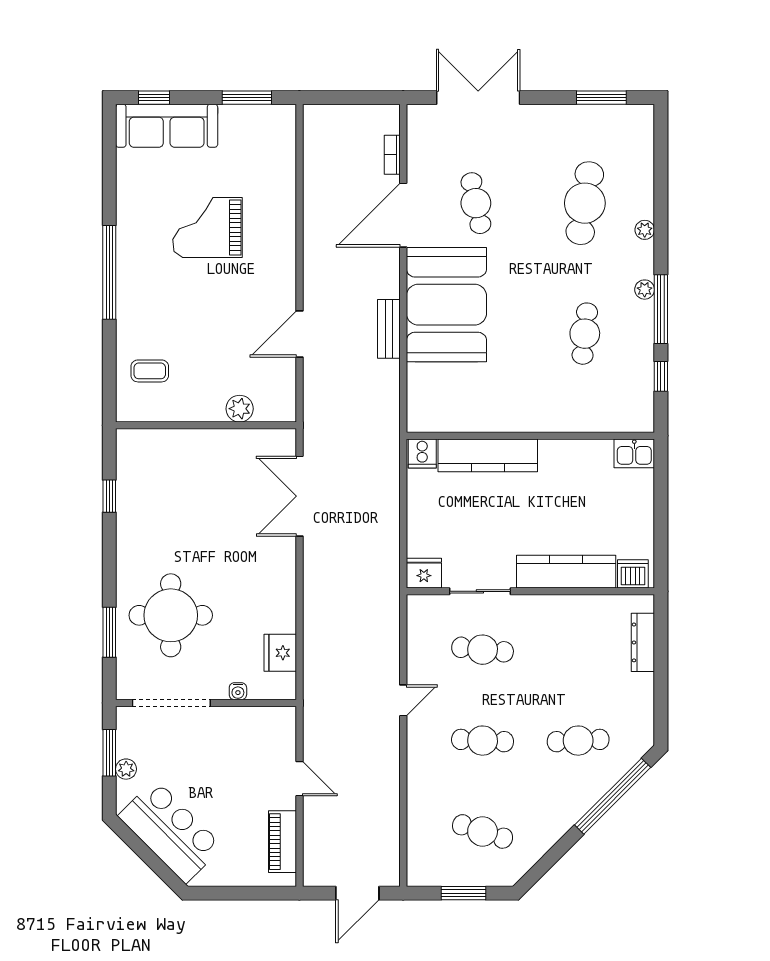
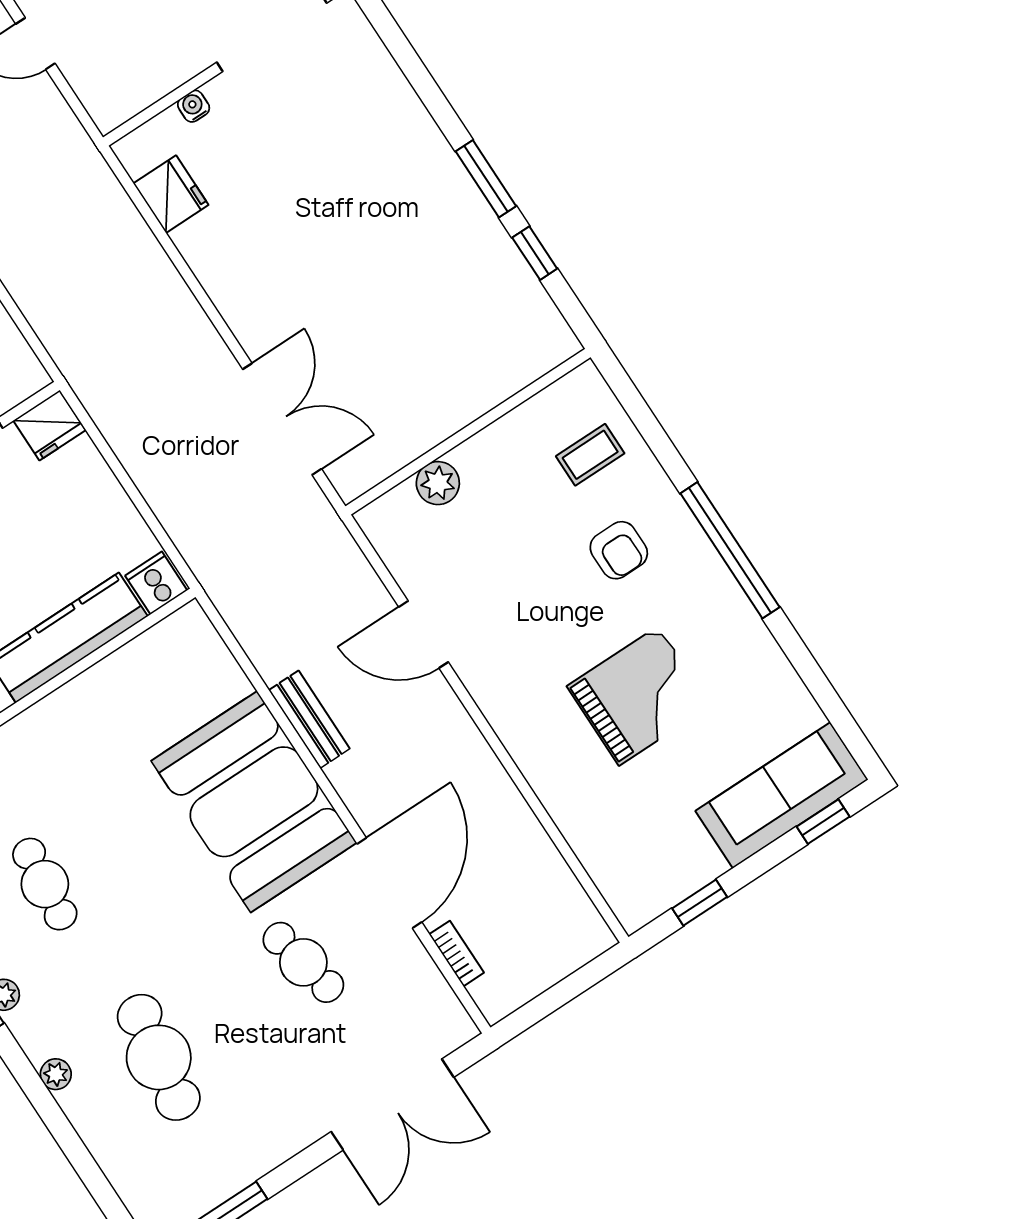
window: (247, 98) -> (700, 903), width x0.67
armchair: (168, 311) -> (619, 550), added
door: (299, 334) -> (424, 634), swing flipped
round table: (171, 615) -> (349, 148), removed
window: (109, 632) -> (486, 179), moved

